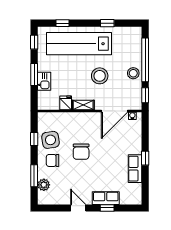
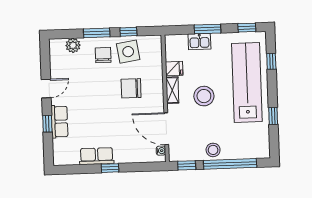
stool: (100, 76) -> (204, 96), moved
chair: (81, 152) -> (131, 88), moved
window: (34, 176) -> (97, 33), moved

